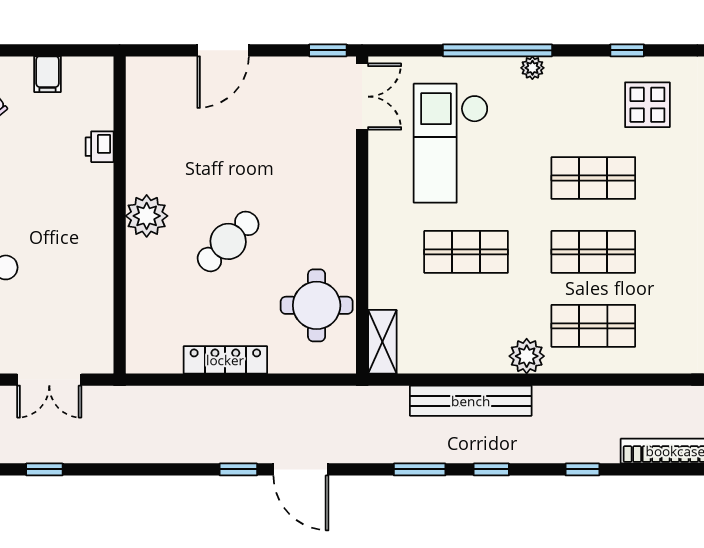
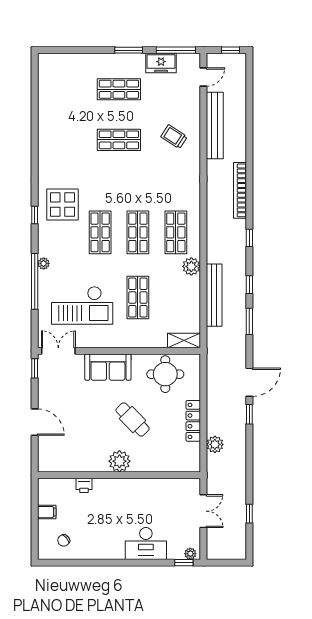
display table: (647, 105) -> (62, 205), width x1.36, depth x1.36
sofa: (330, 193) -> (108, 367), added
plant: (179, 402) -> (215, 444), added

